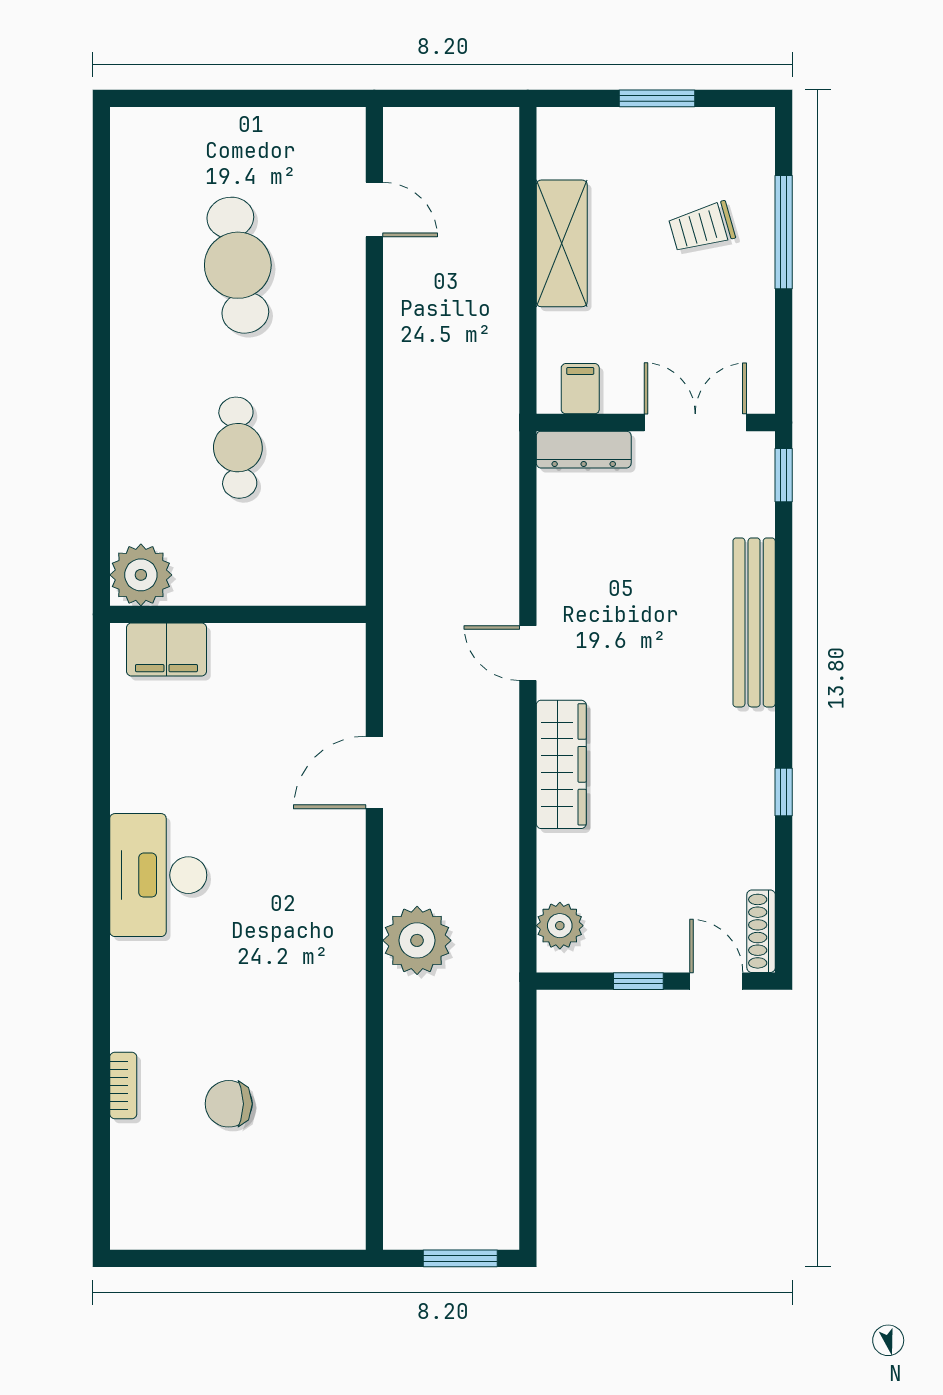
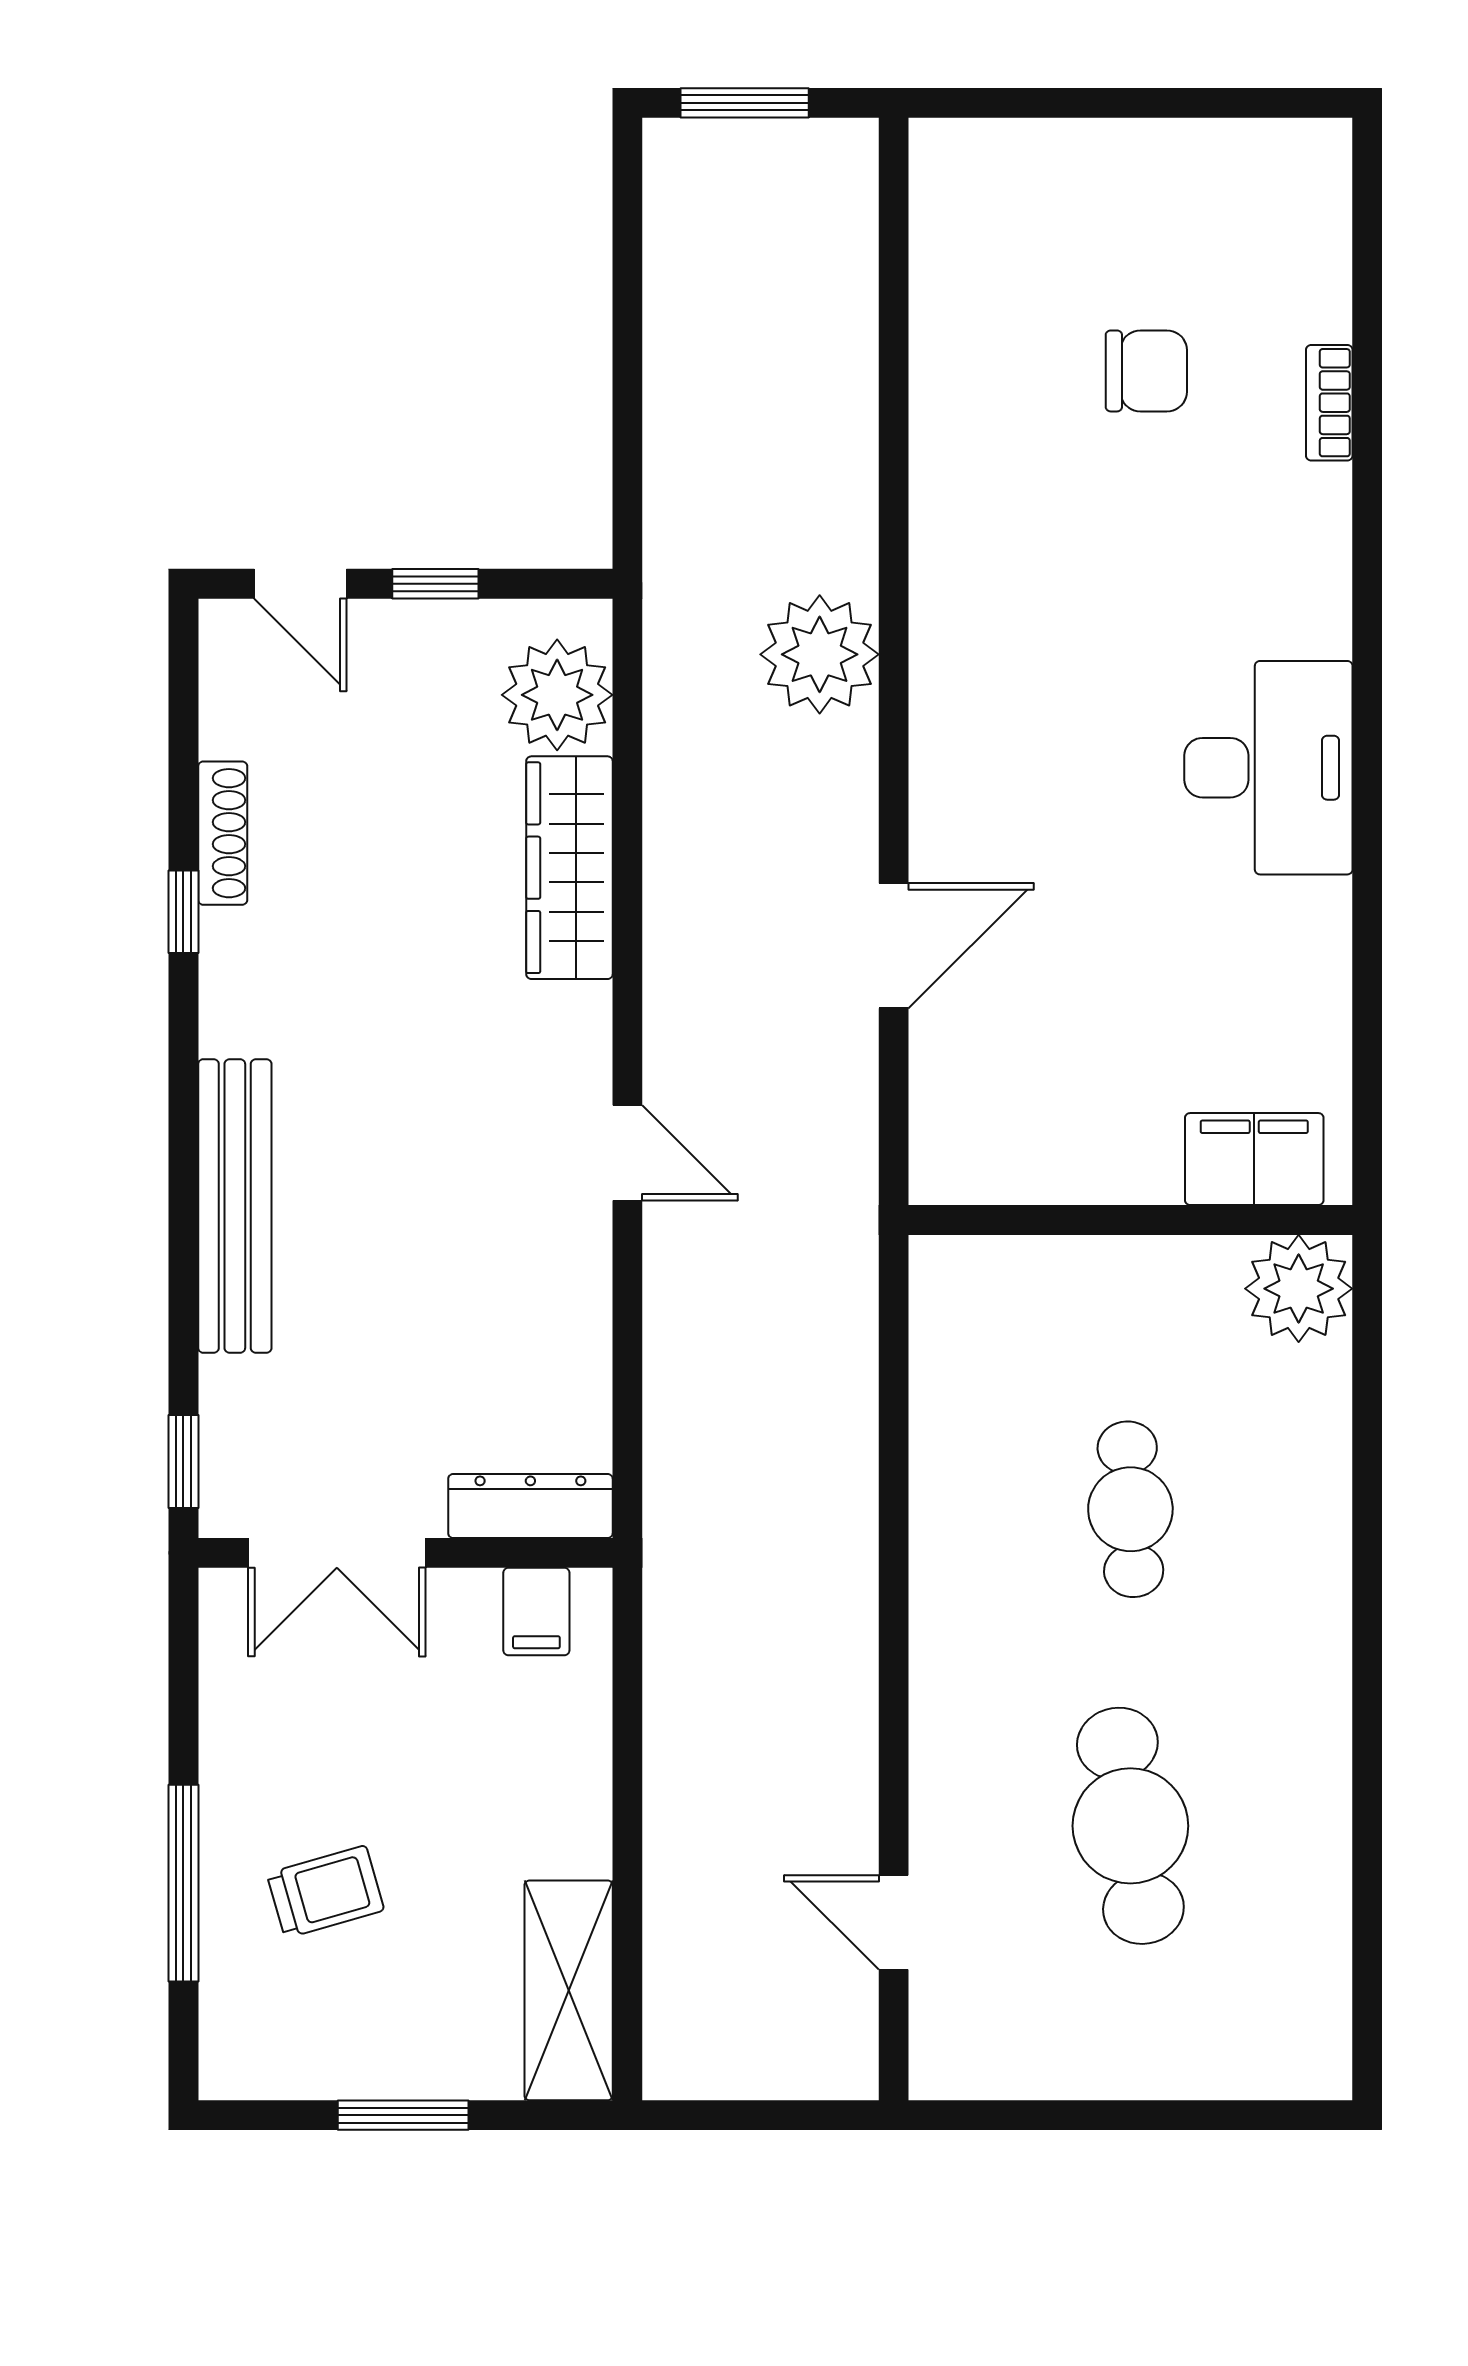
shelving: (562, 243) -> (569, 1990), moved
wardrobe: (561, 764) -> (569, 868), moved
plant: (560, 926) -> (557, 695), width x1.36, depth x1.36
shoe rack: (761, 931) -> (223, 833), moved

